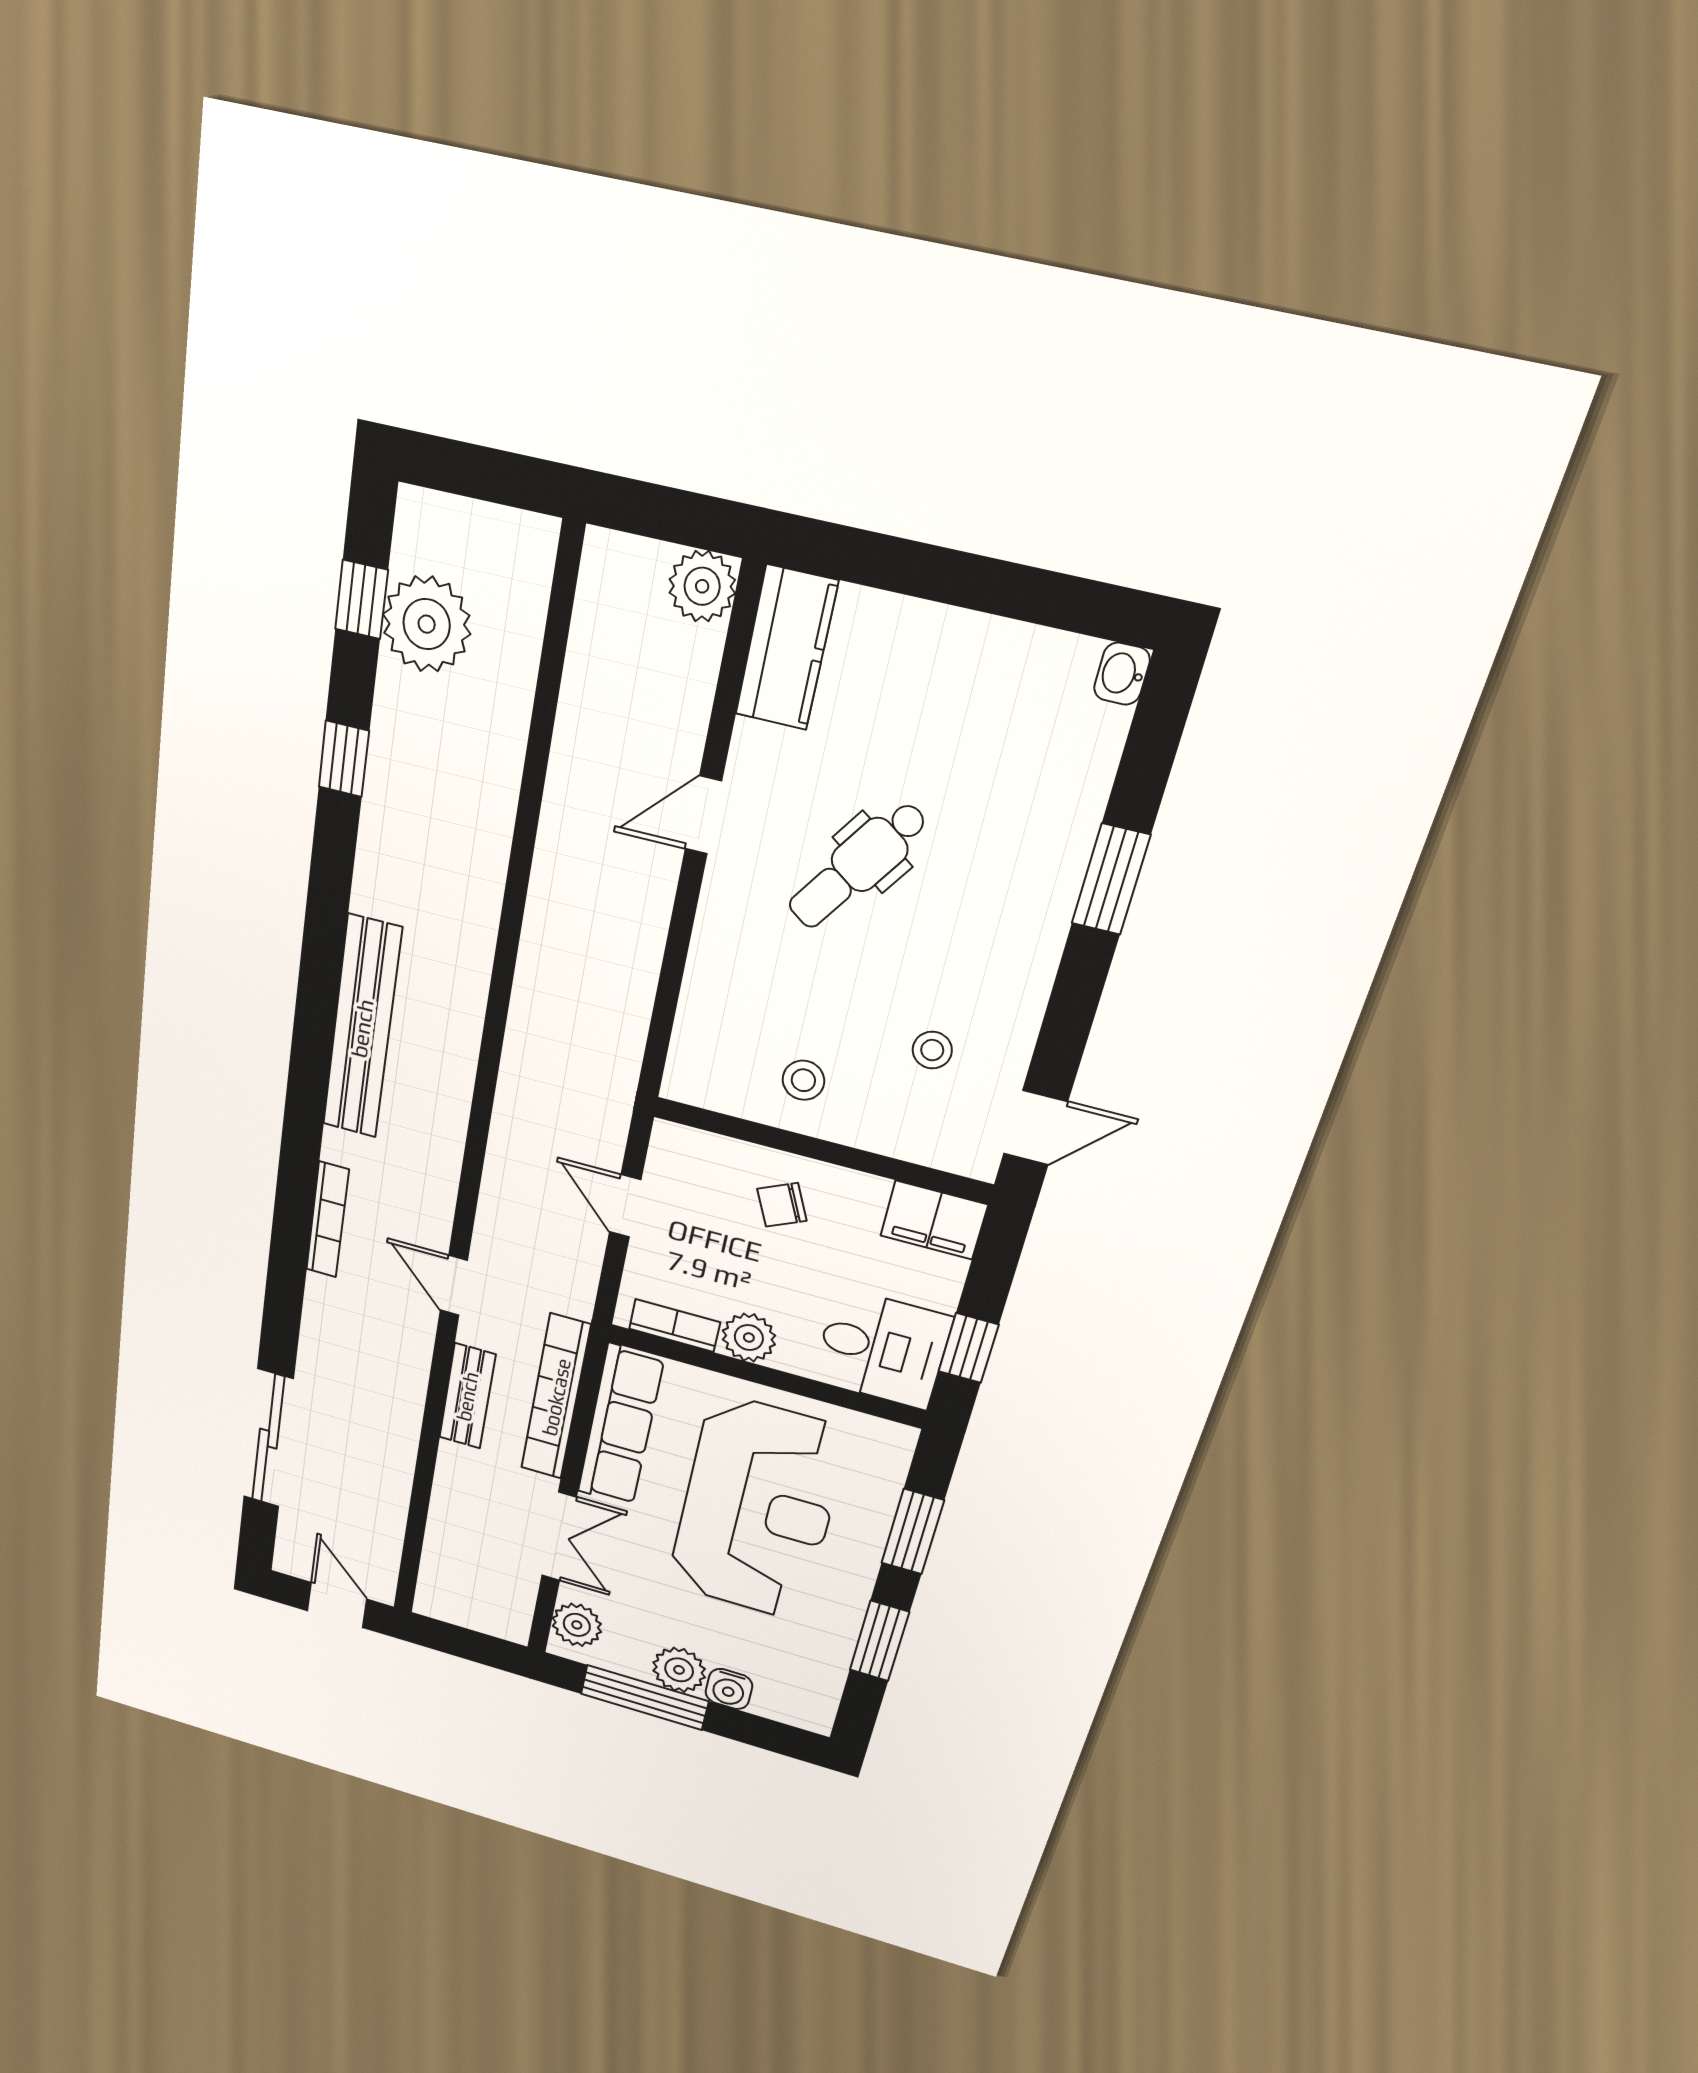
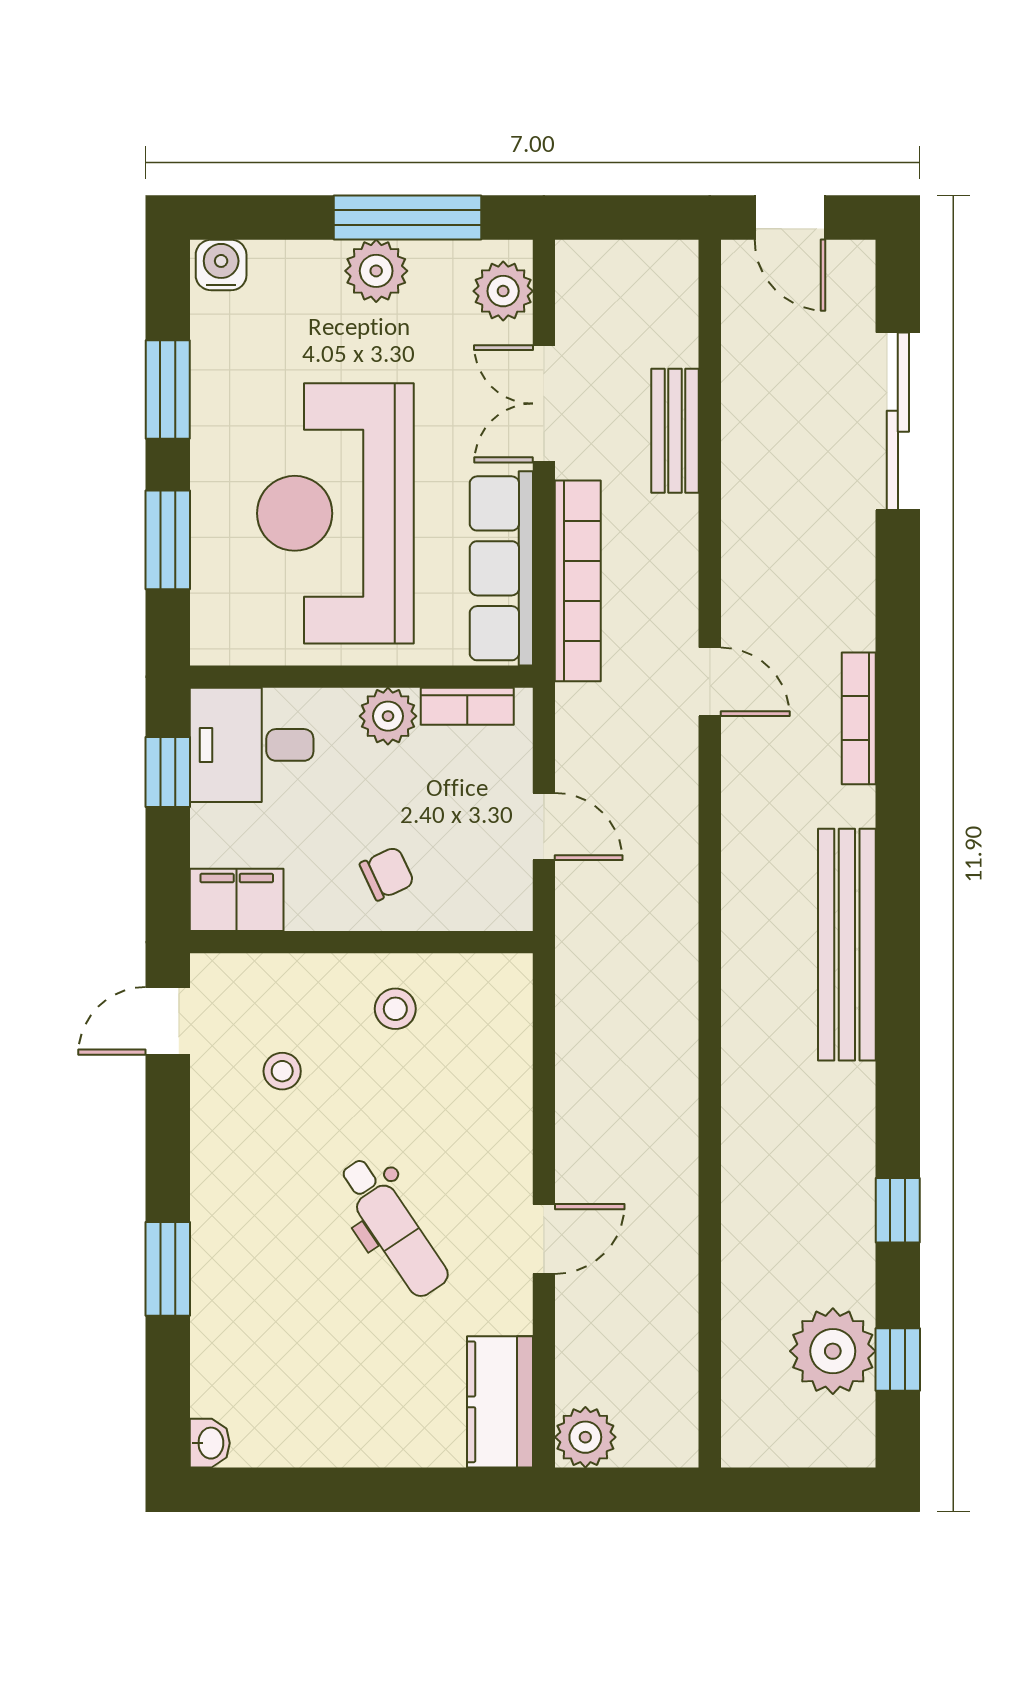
dental chair: (857, 865) -> (393, 1227), turned 111
bench: (467, 1396) -> (675, 431), moved
water cooler: (729, 1689) -> (221, 265), moved

